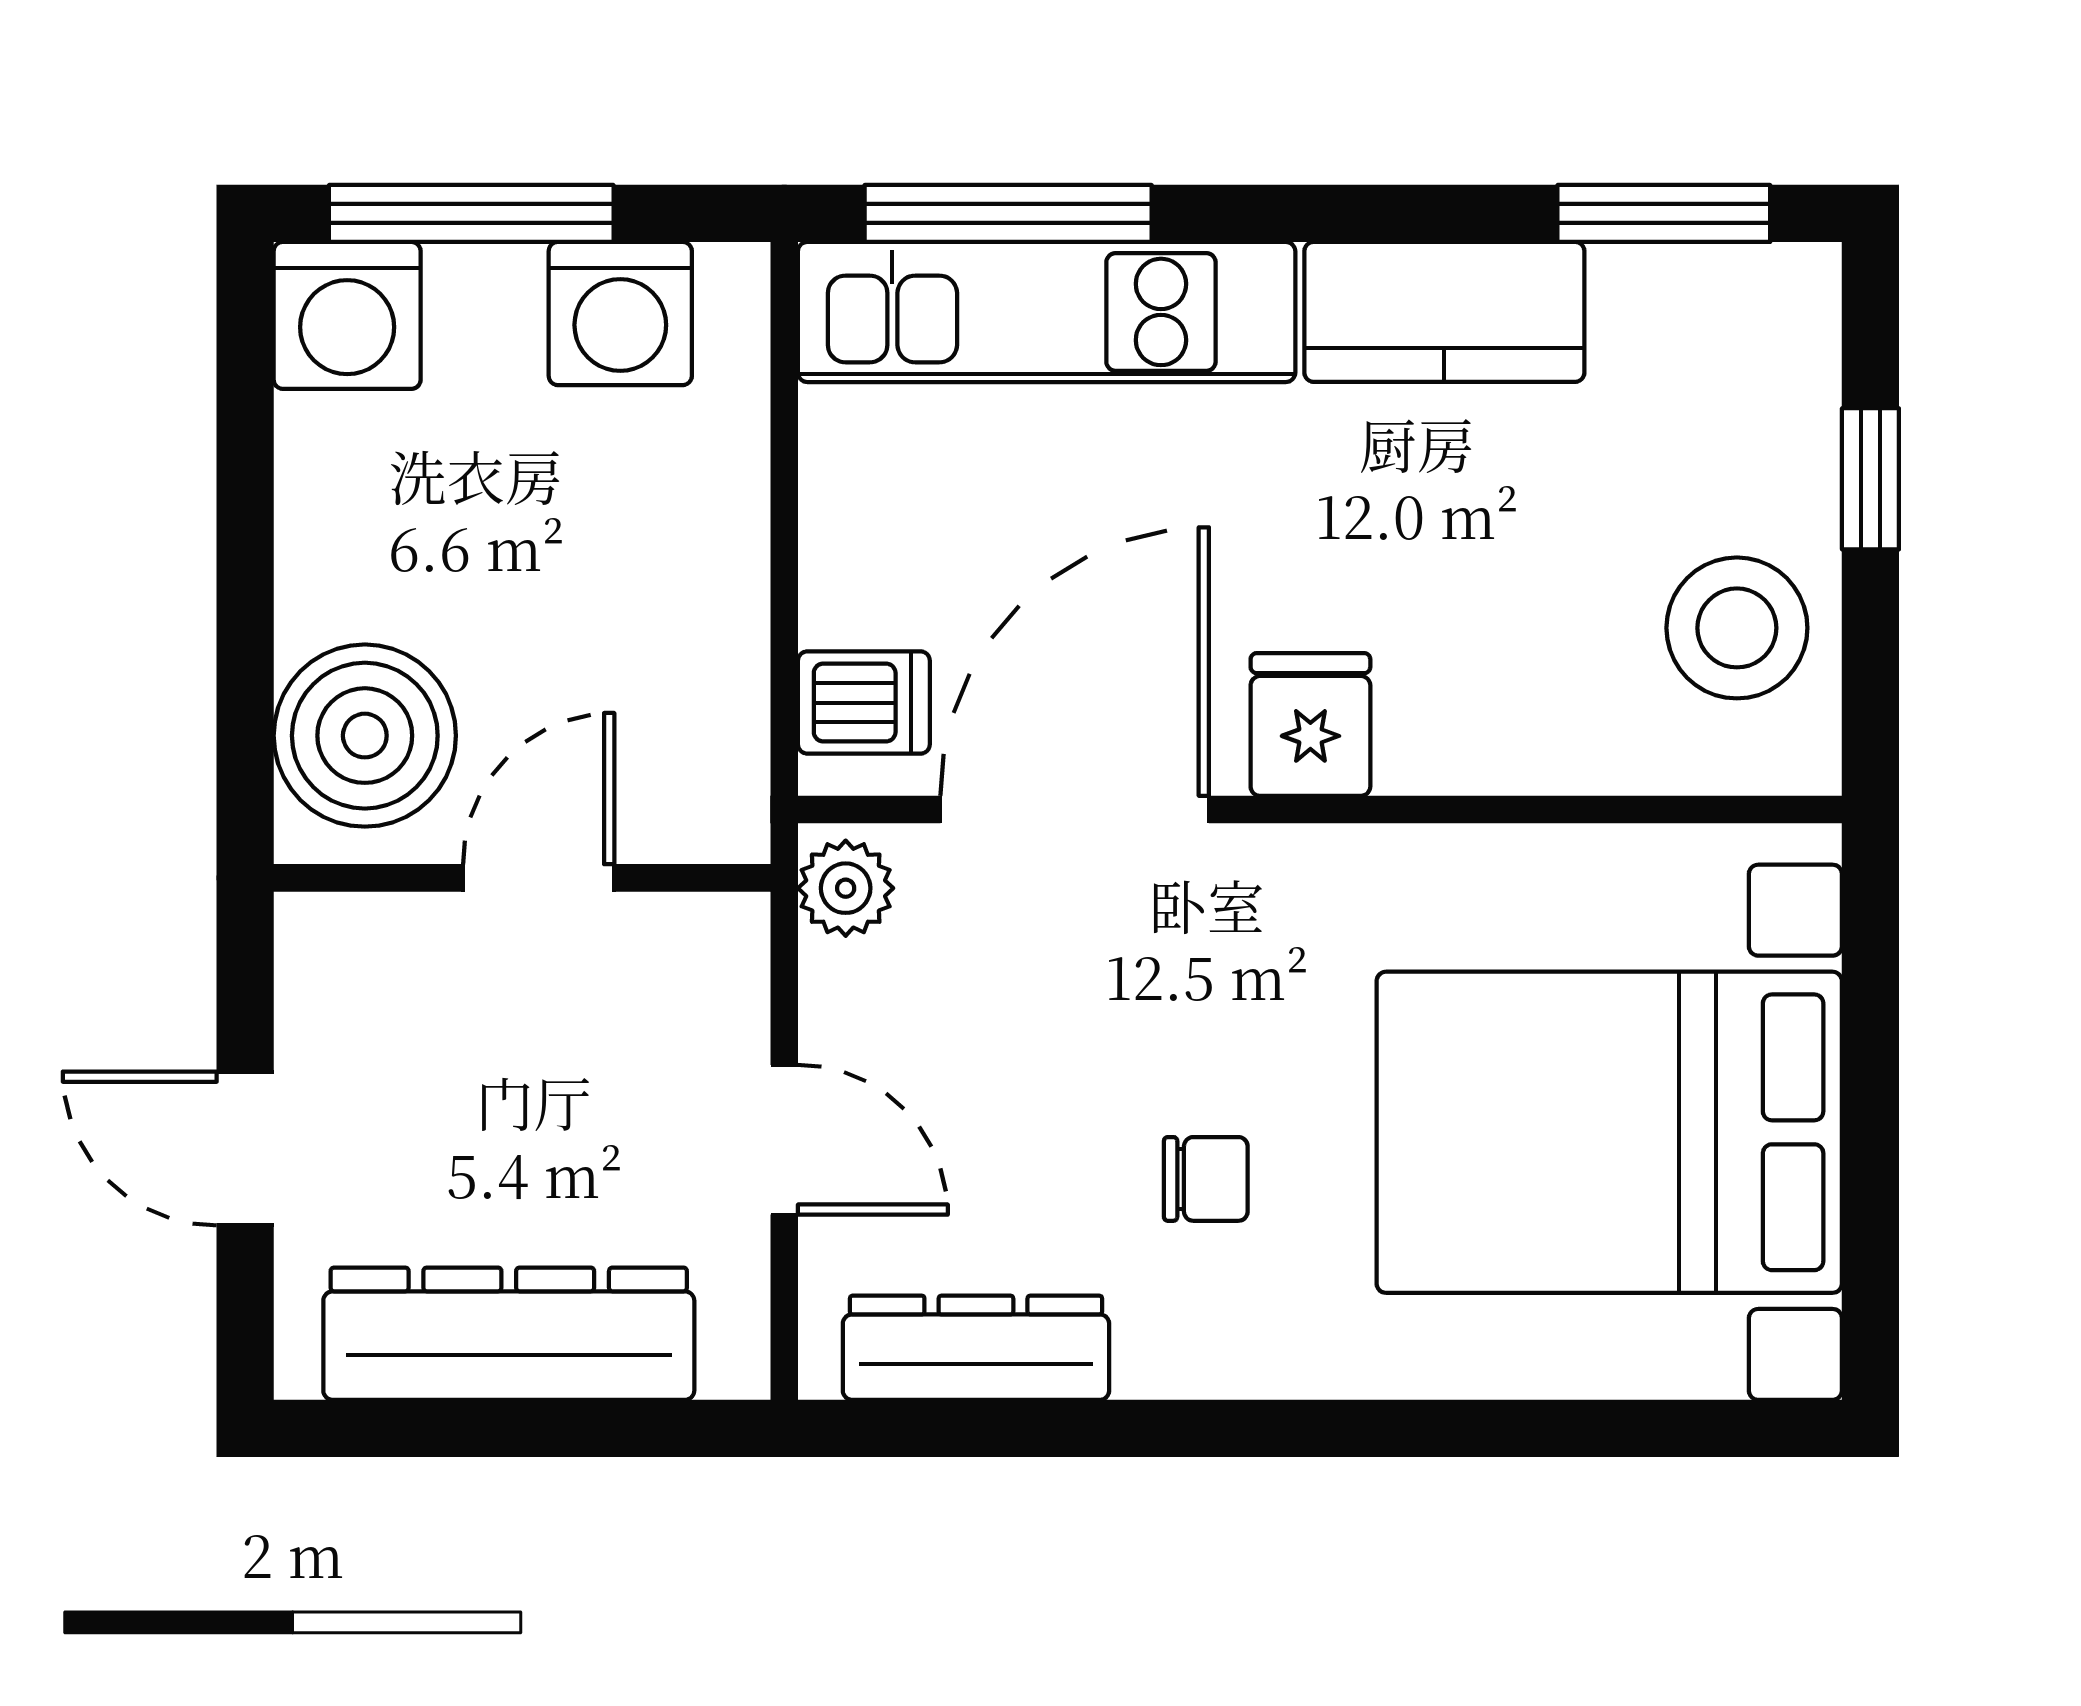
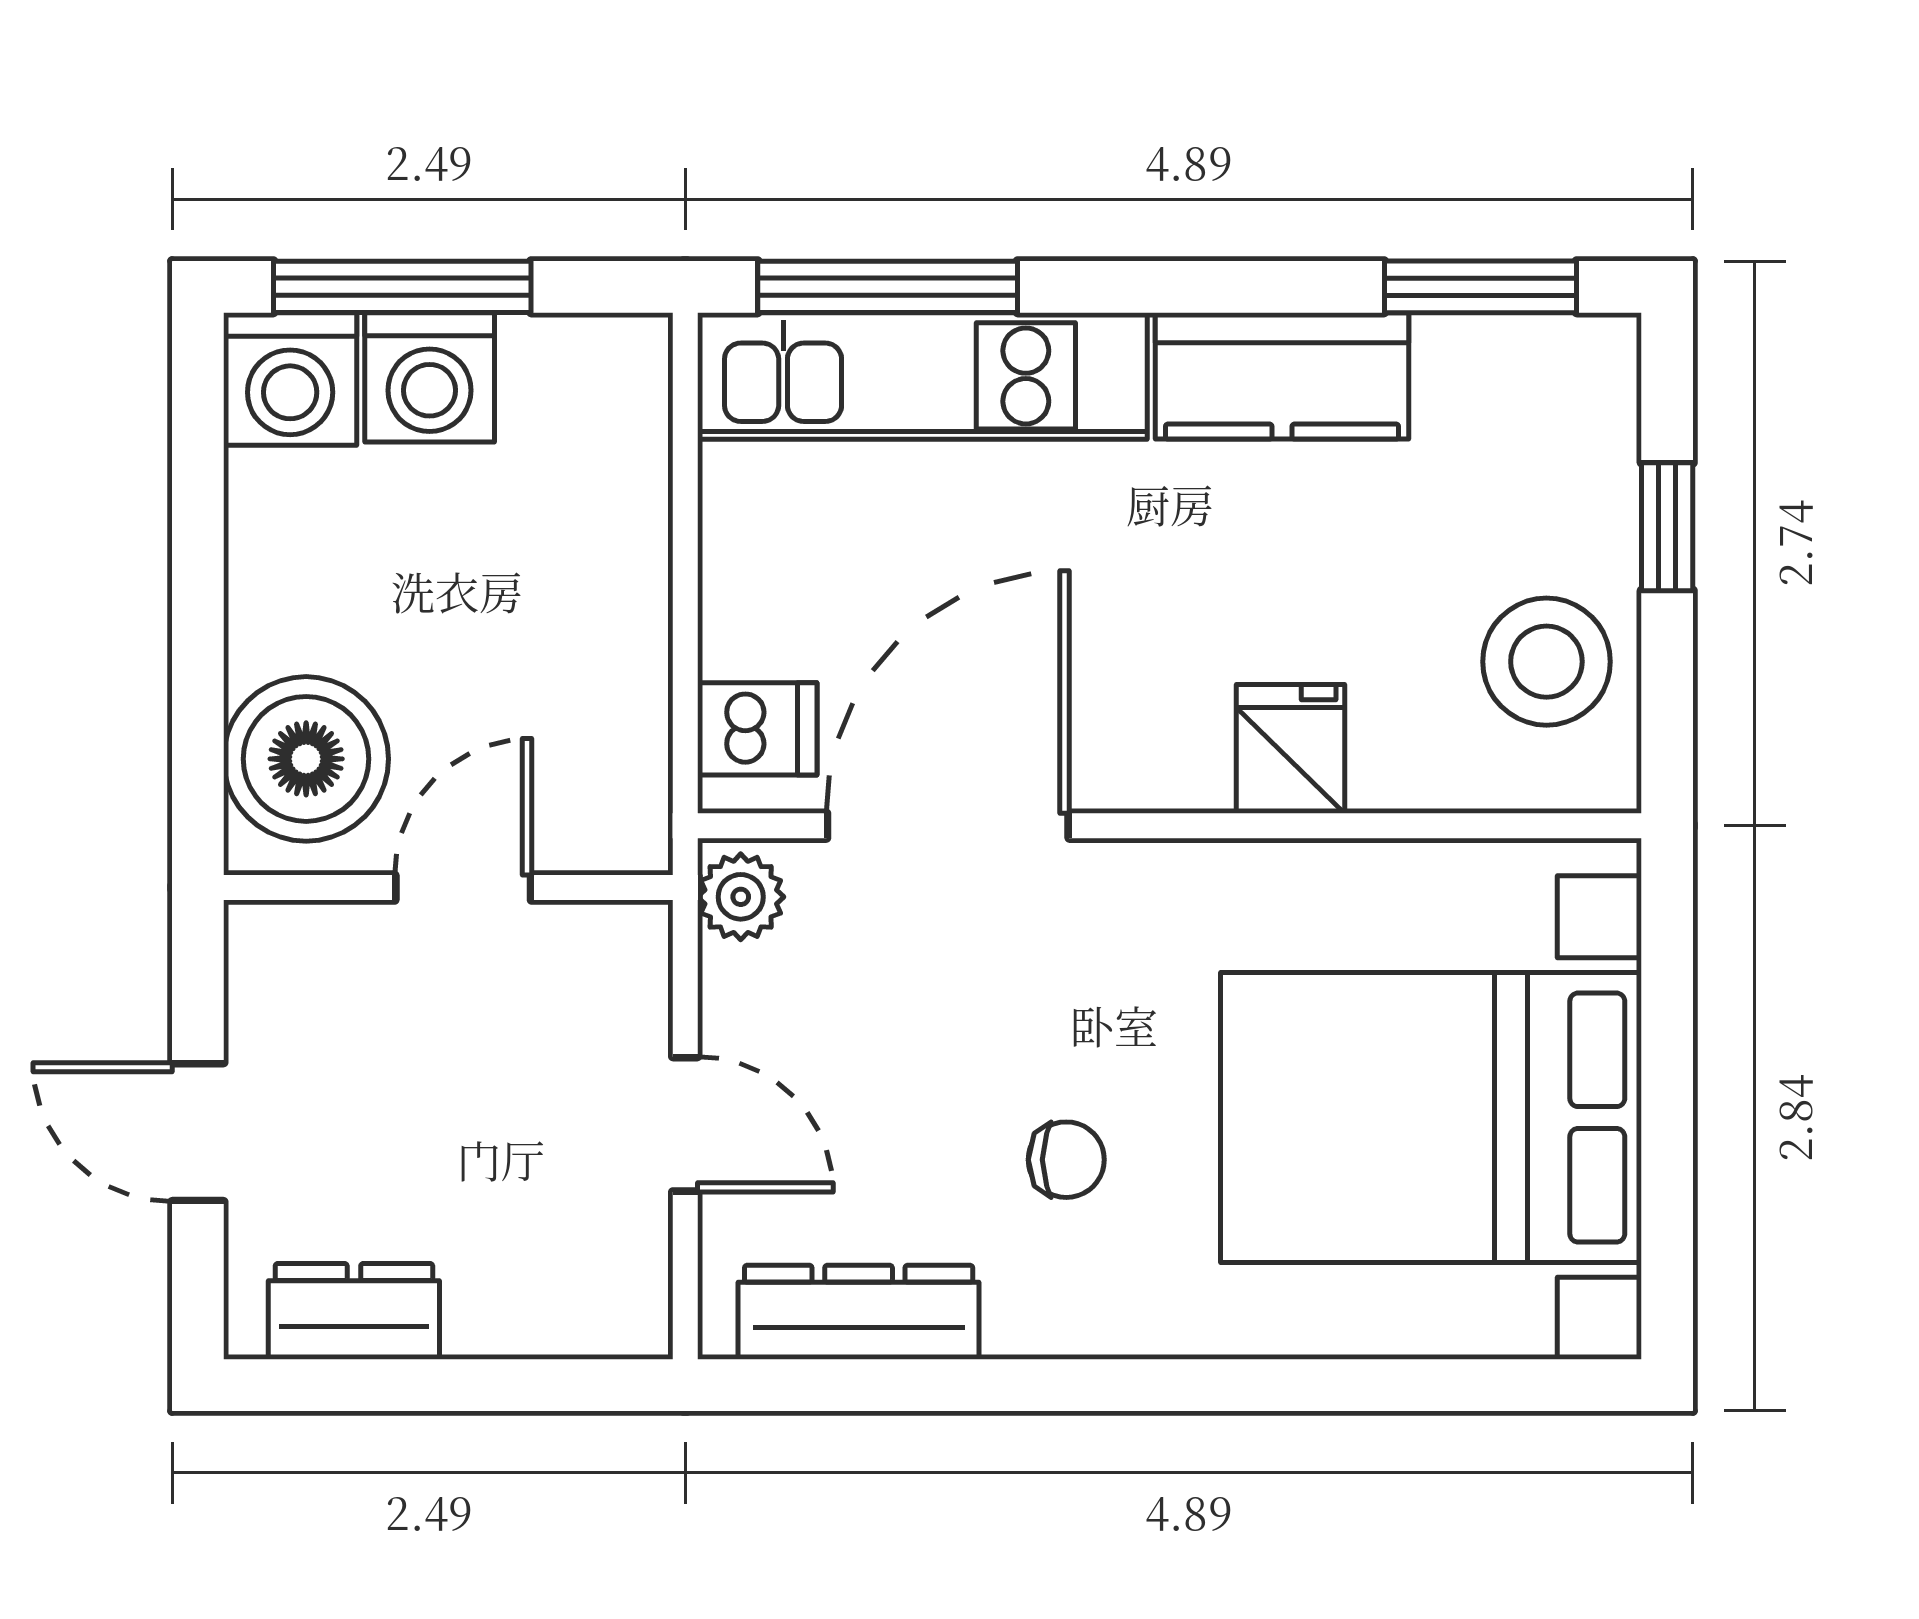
washing machine: (620, 314) -> (430, 377), moved
fridge: (1310, 724) -> (1290, 749), moved
dresser: (509, 1334) -> (354, 1311), width x0.51, depth x0.80

